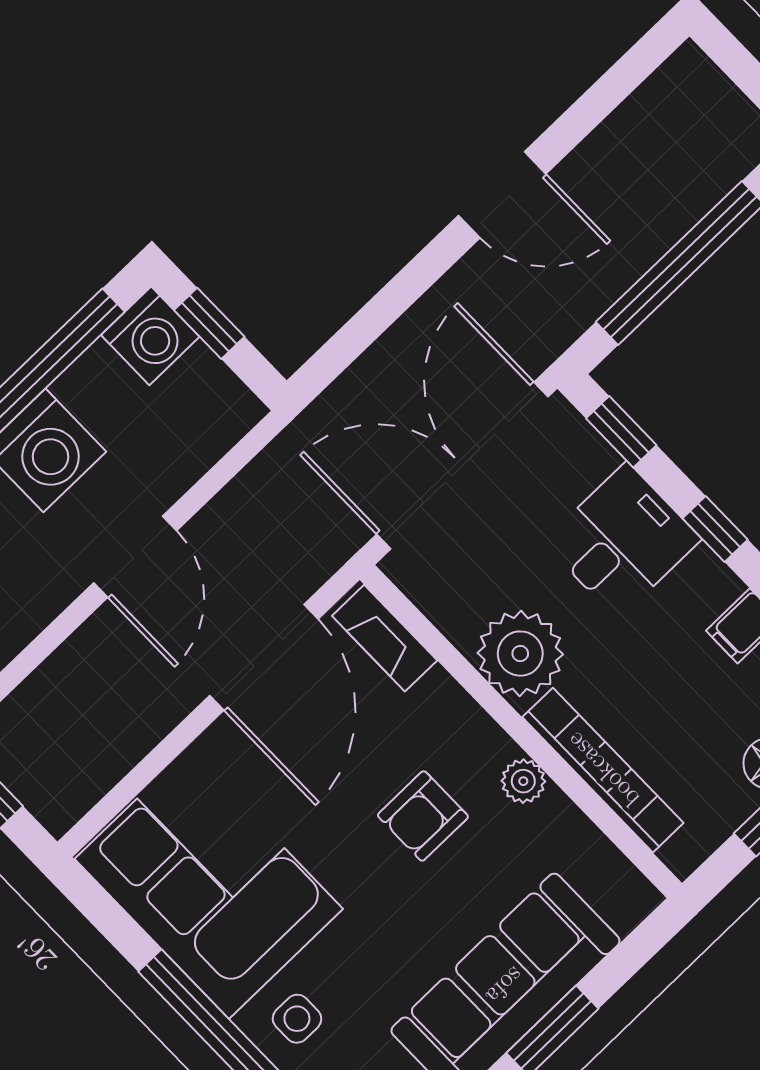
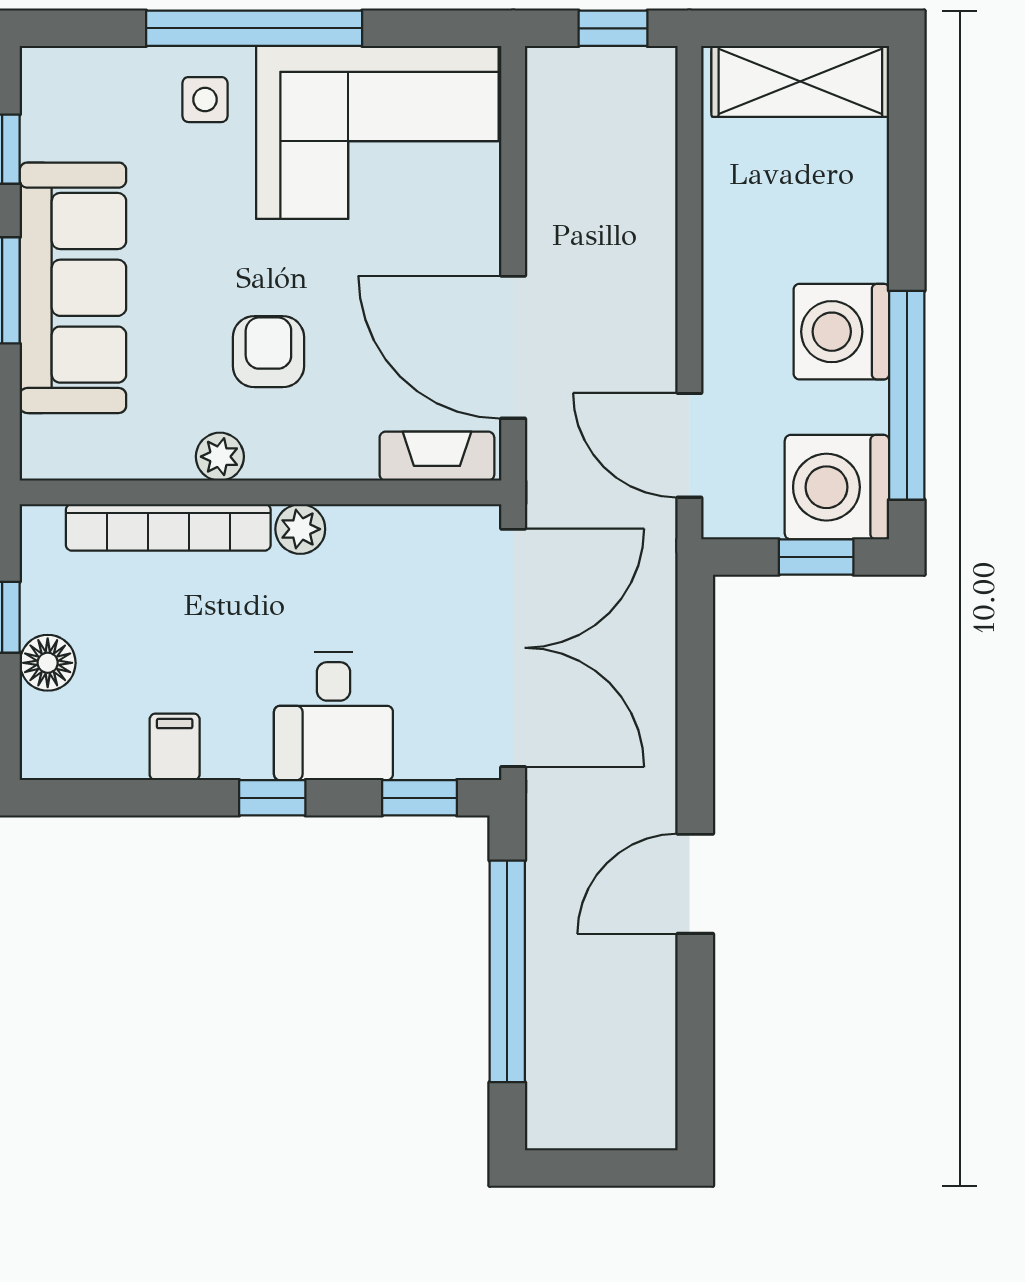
washing machine: (150, 336) -> (837, 487), width x1.37, depth x1.37
door: (135, 557) -> (689, 445), moved
plant: (520, 654) -> (300, 529), width x0.53, depth x0.53

